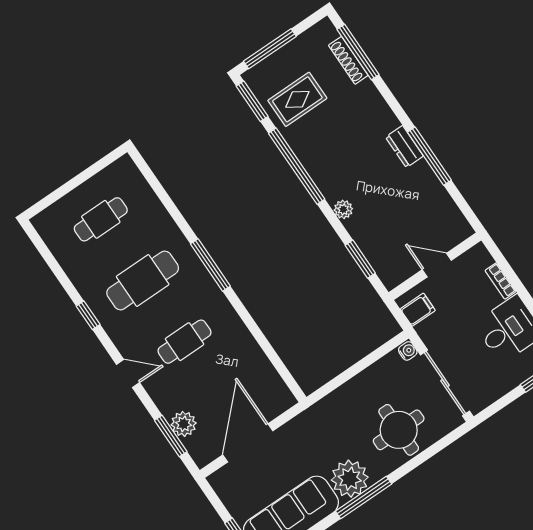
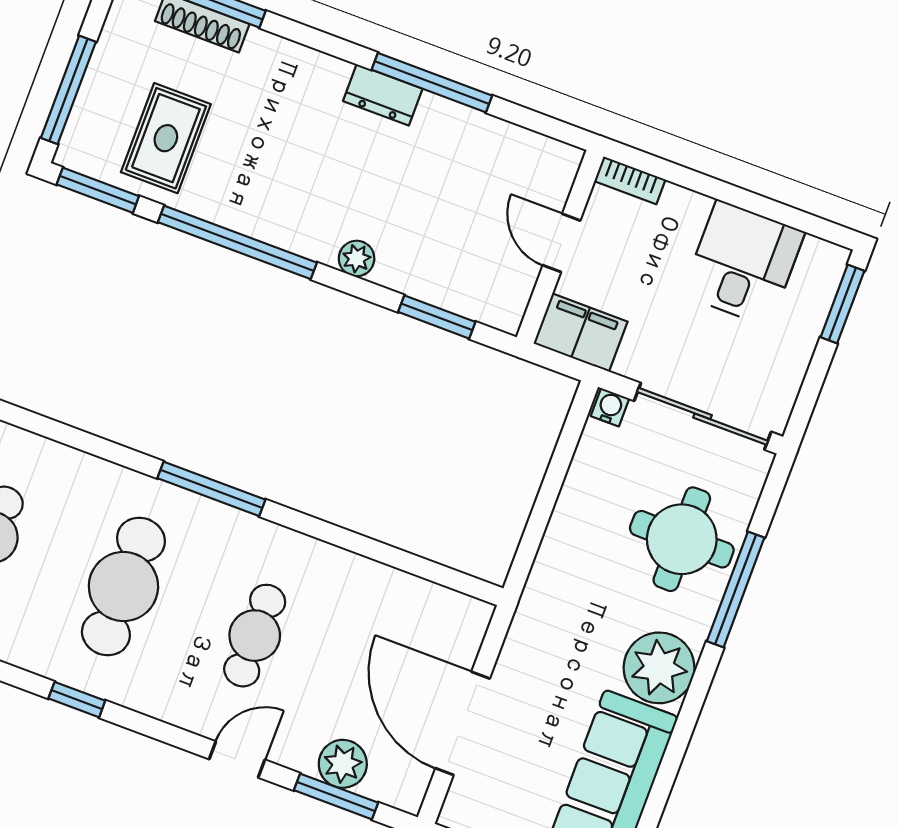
door: (437, 265) -> (562, 243), hinge flipped
bookcase: (501, 281) -> (630, 180), moved
filing cabinet: (418, 310) -> (581, 333), width x2.00
door: (128, 374) -> (237, 759), moved
window: (364, 498) -> (736, 589), moved

